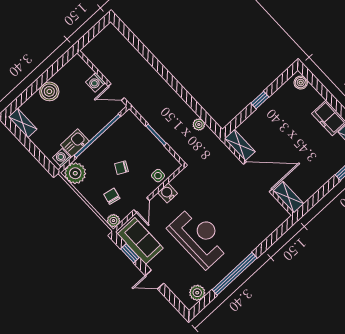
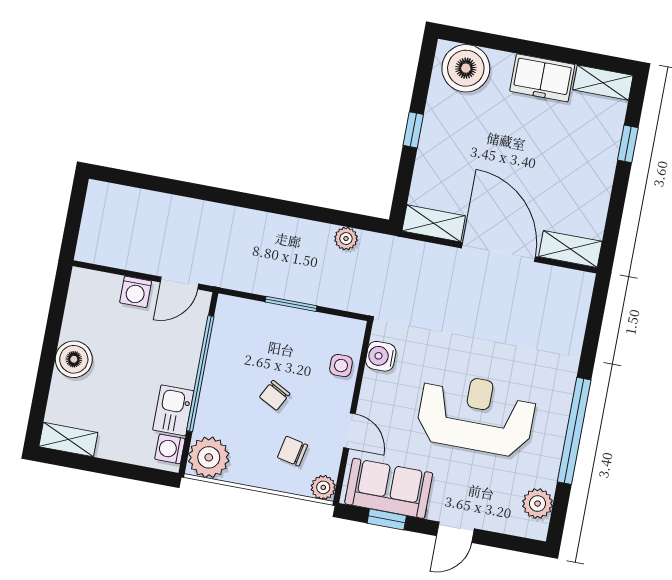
boiler: (301, 83) -> (466, 68), width x1.86, depth x1.86
door: (258, 177) -> (499, 252), hinge flipped
water cooler: (168, 193) -> (381, 356), moved

